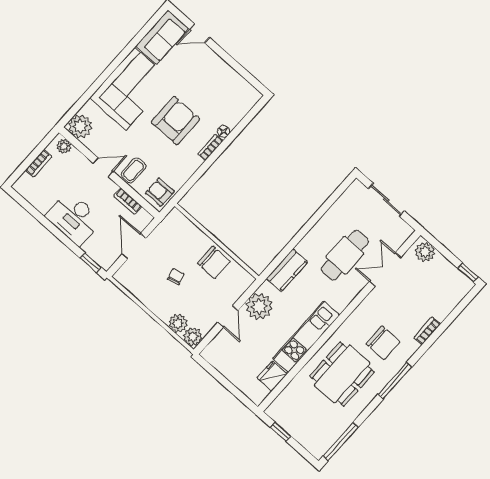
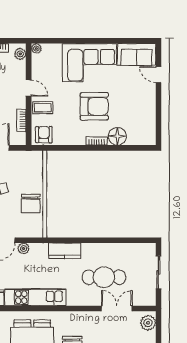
plant: (80, 126) -> (36, 49), width x0.53, depth x0.53
floor lamp: (224, 132) -> (117, 136), width x1.89, depth x1.89
plant: (259, 306) -> (24, 249), width x0.53, depth x0.53

